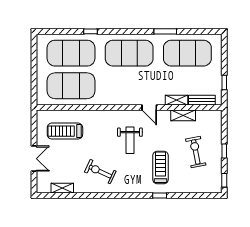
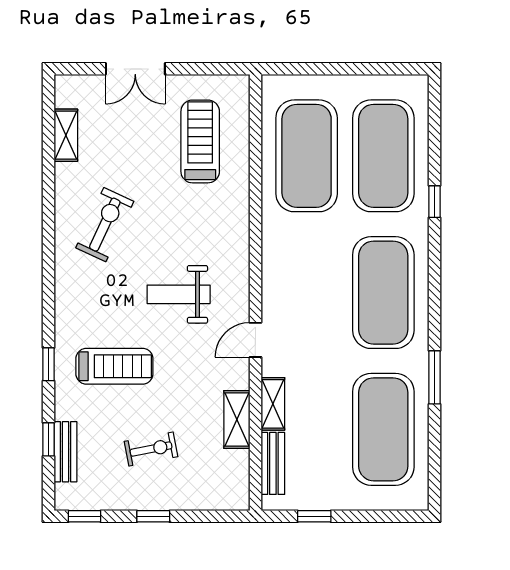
exercise bike: (196, 152) -> (151, 449), width x0.73, depth x0.72
bench: (197, 188) -> (66, 452), added
window: (192, 196) -> (48, 439), added

